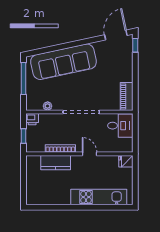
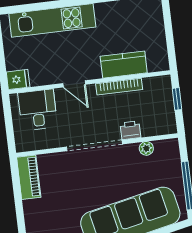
printer: (32, 119) -> (130, 130), moved
desk: (120, 126) -> (38, 110), moved, turned 90

